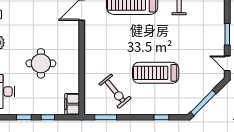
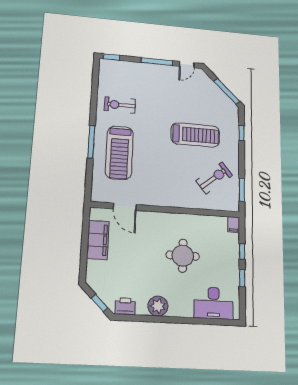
window: (227, 34) -> (157, 62), width x1.44
treadmill: (156, 73) -> (195, 135), turned -90
filing cabinet: (72, 104) -> (234, 225), width x0.50

